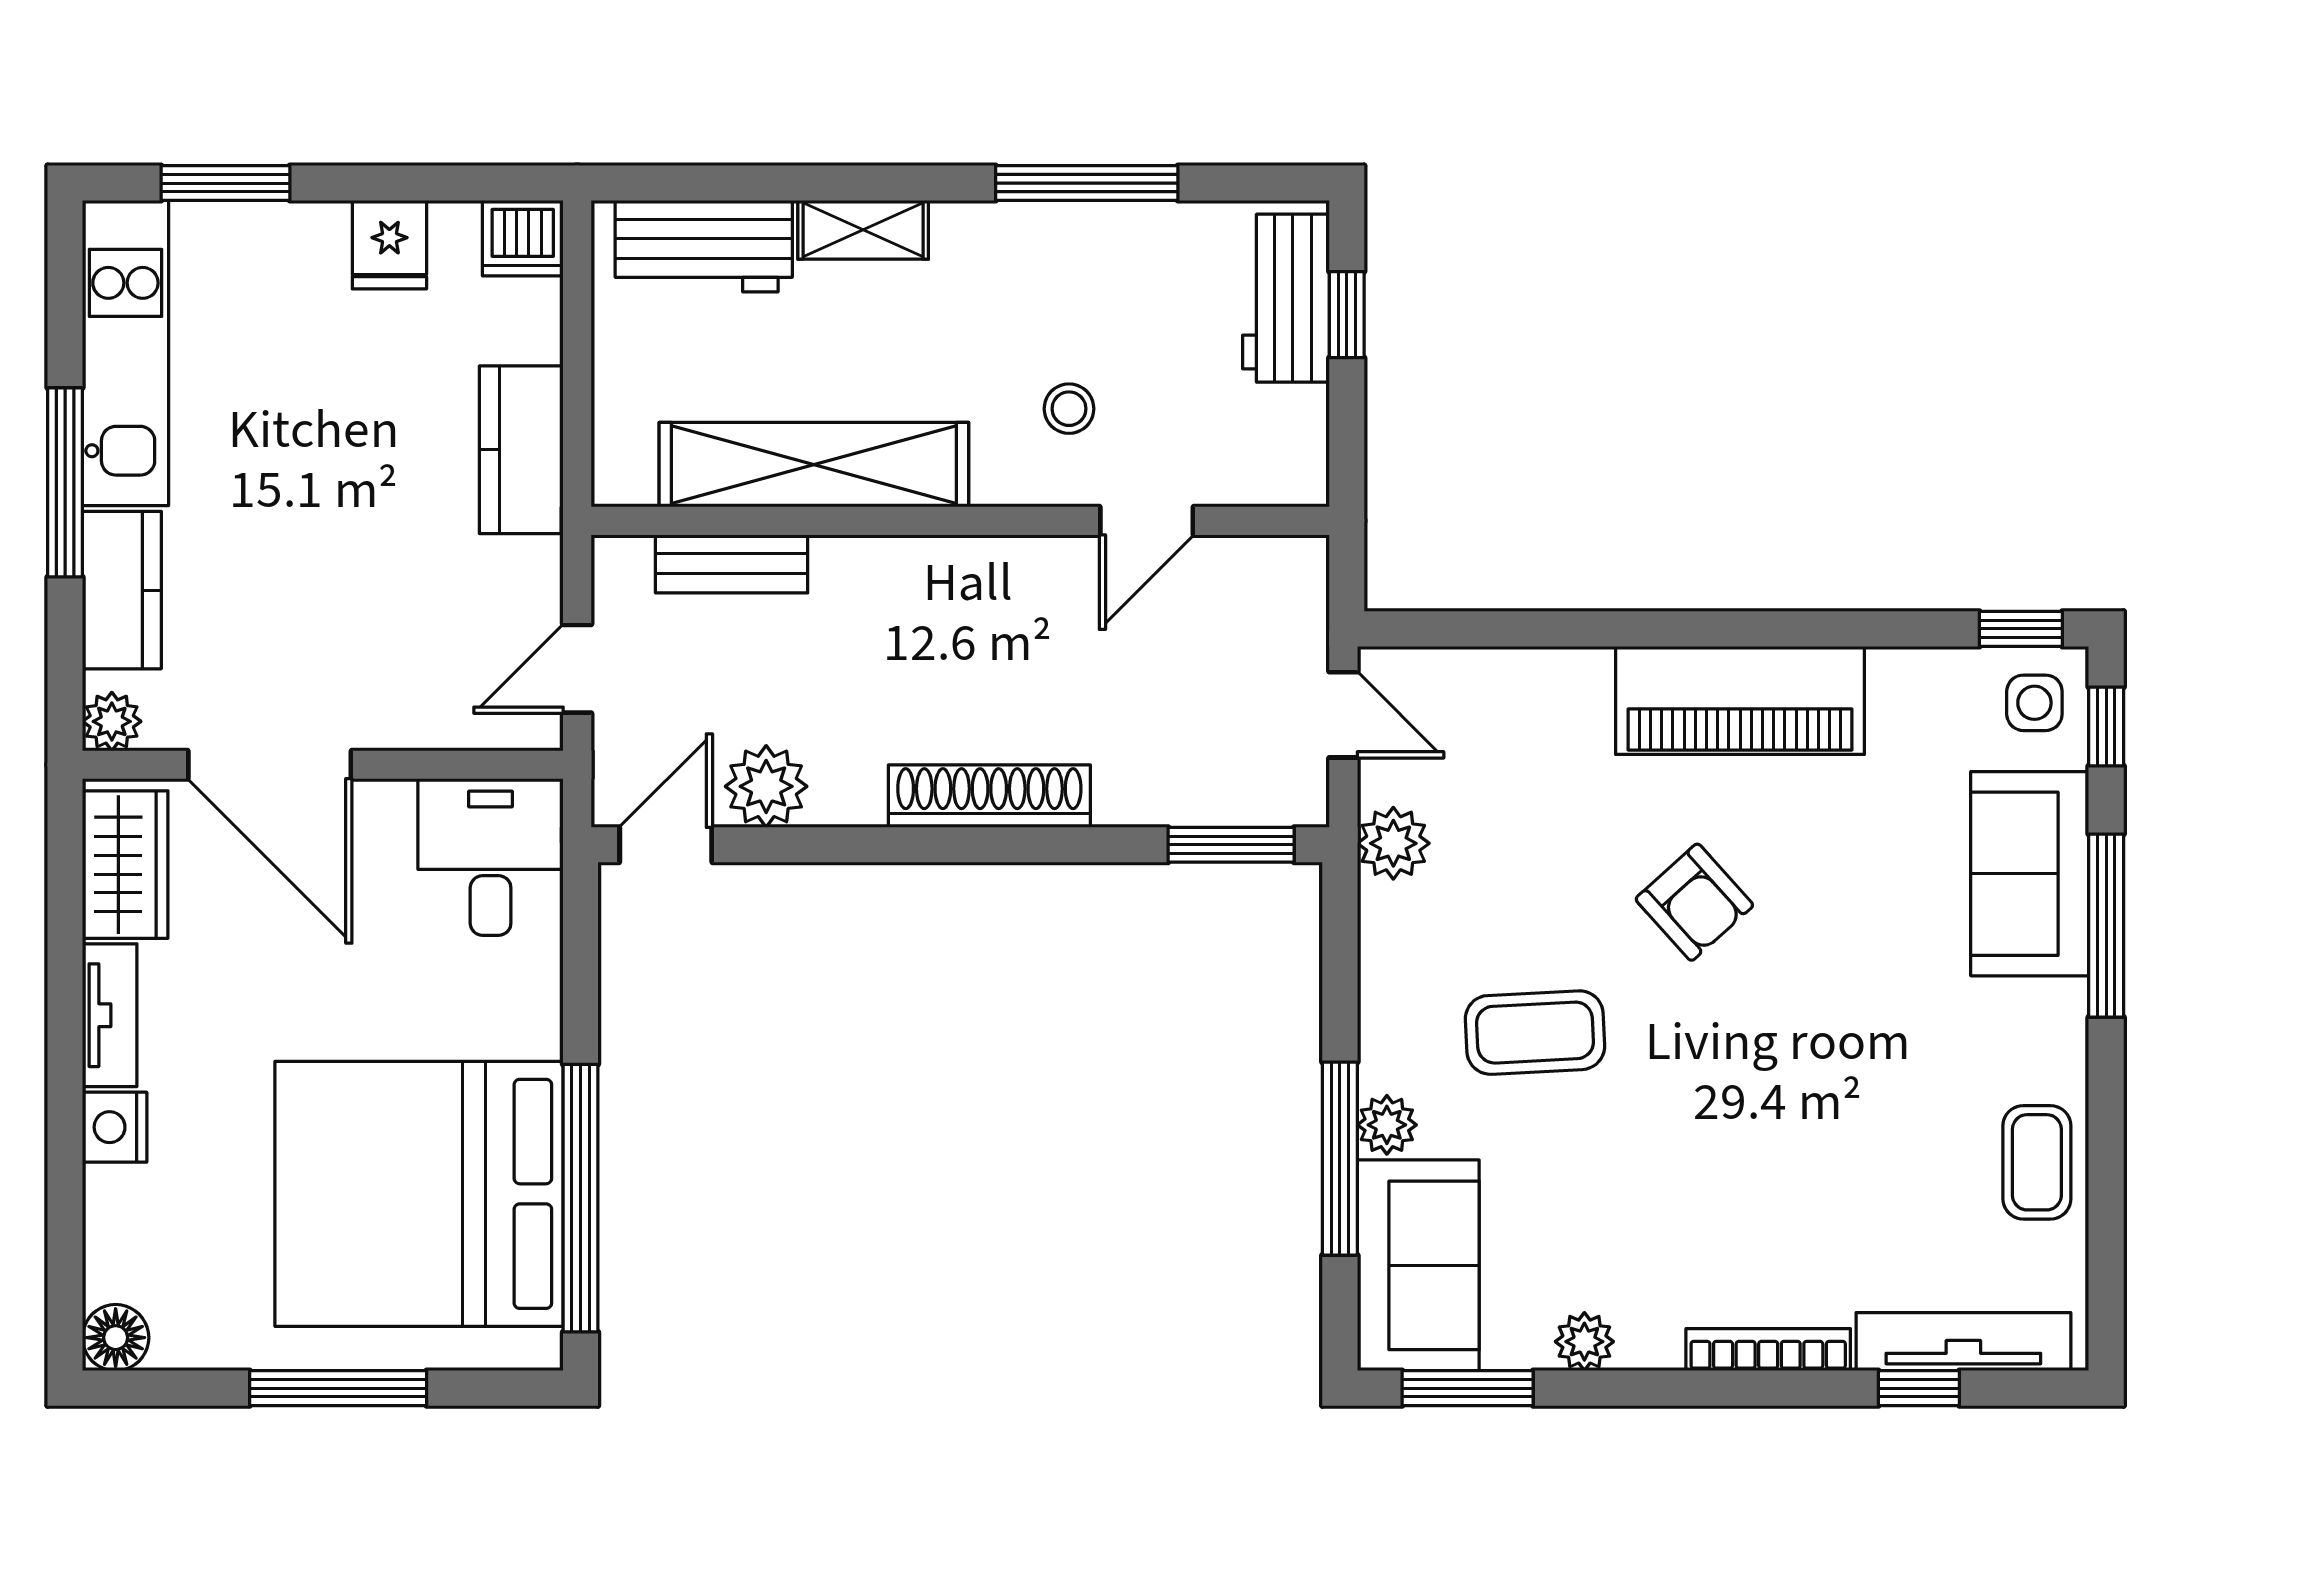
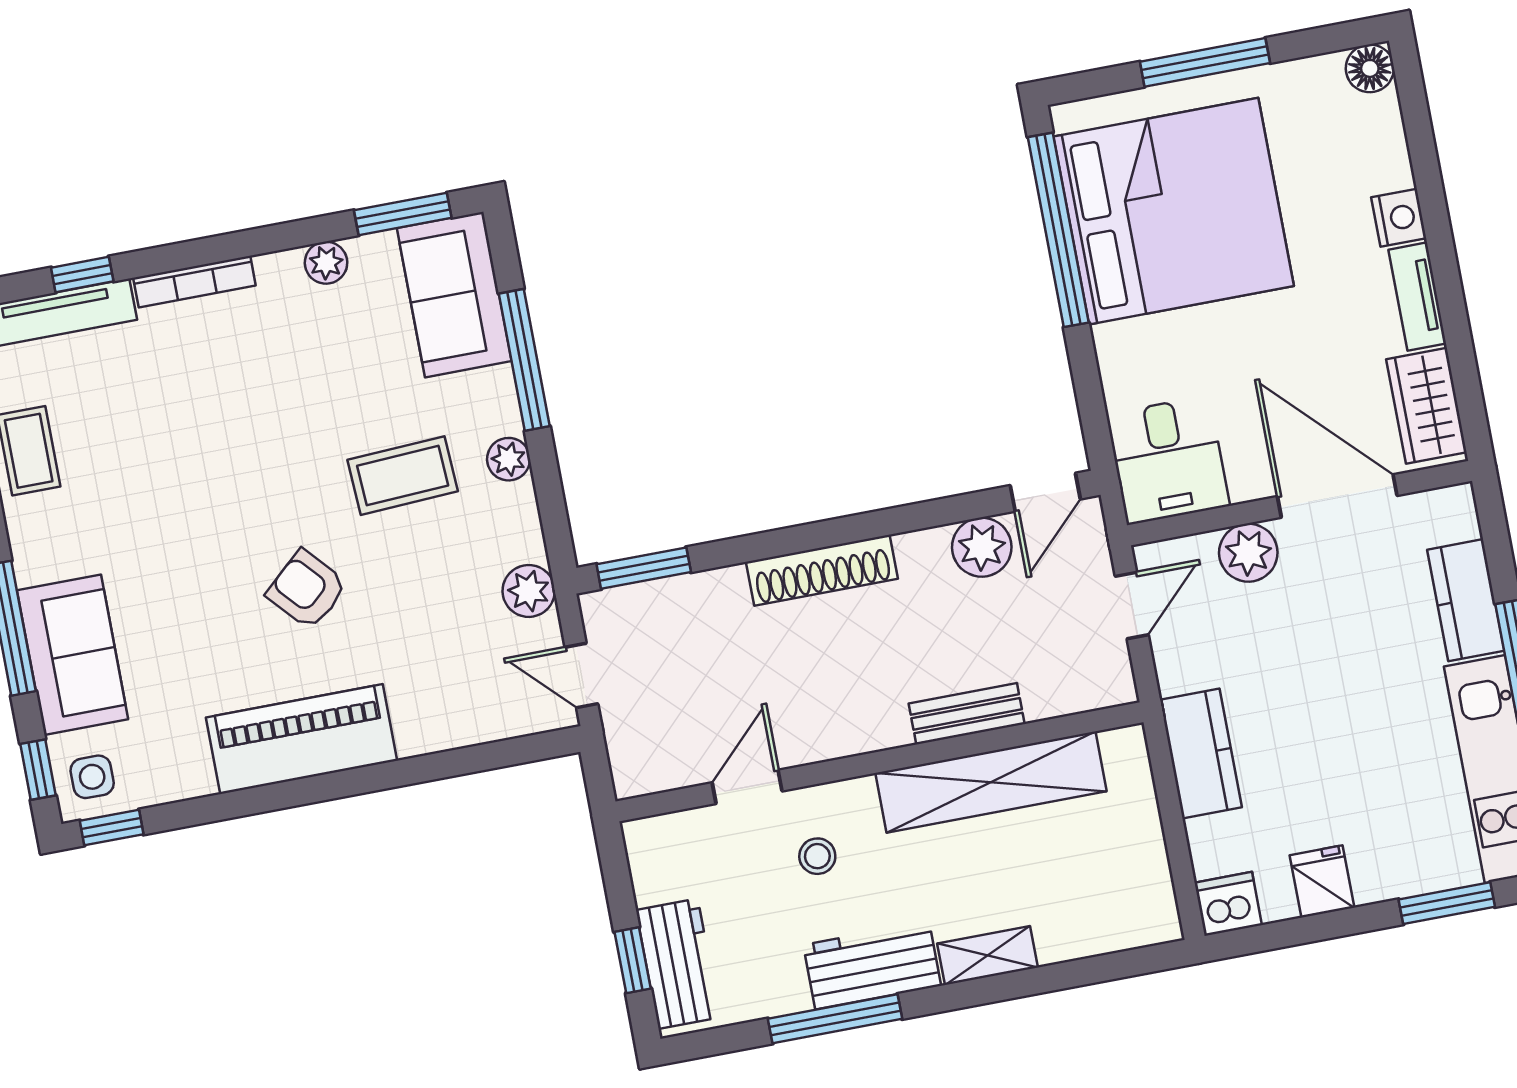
workbench: (704, 246) -> (872, 965), moved
bench: (732, 564) -> (967, 714), moved
plant: (112, 721) -> (1248, 553), moved, width x1.38, depth x1.38
plant: (1387, 1125) -> (509, 459), moved

